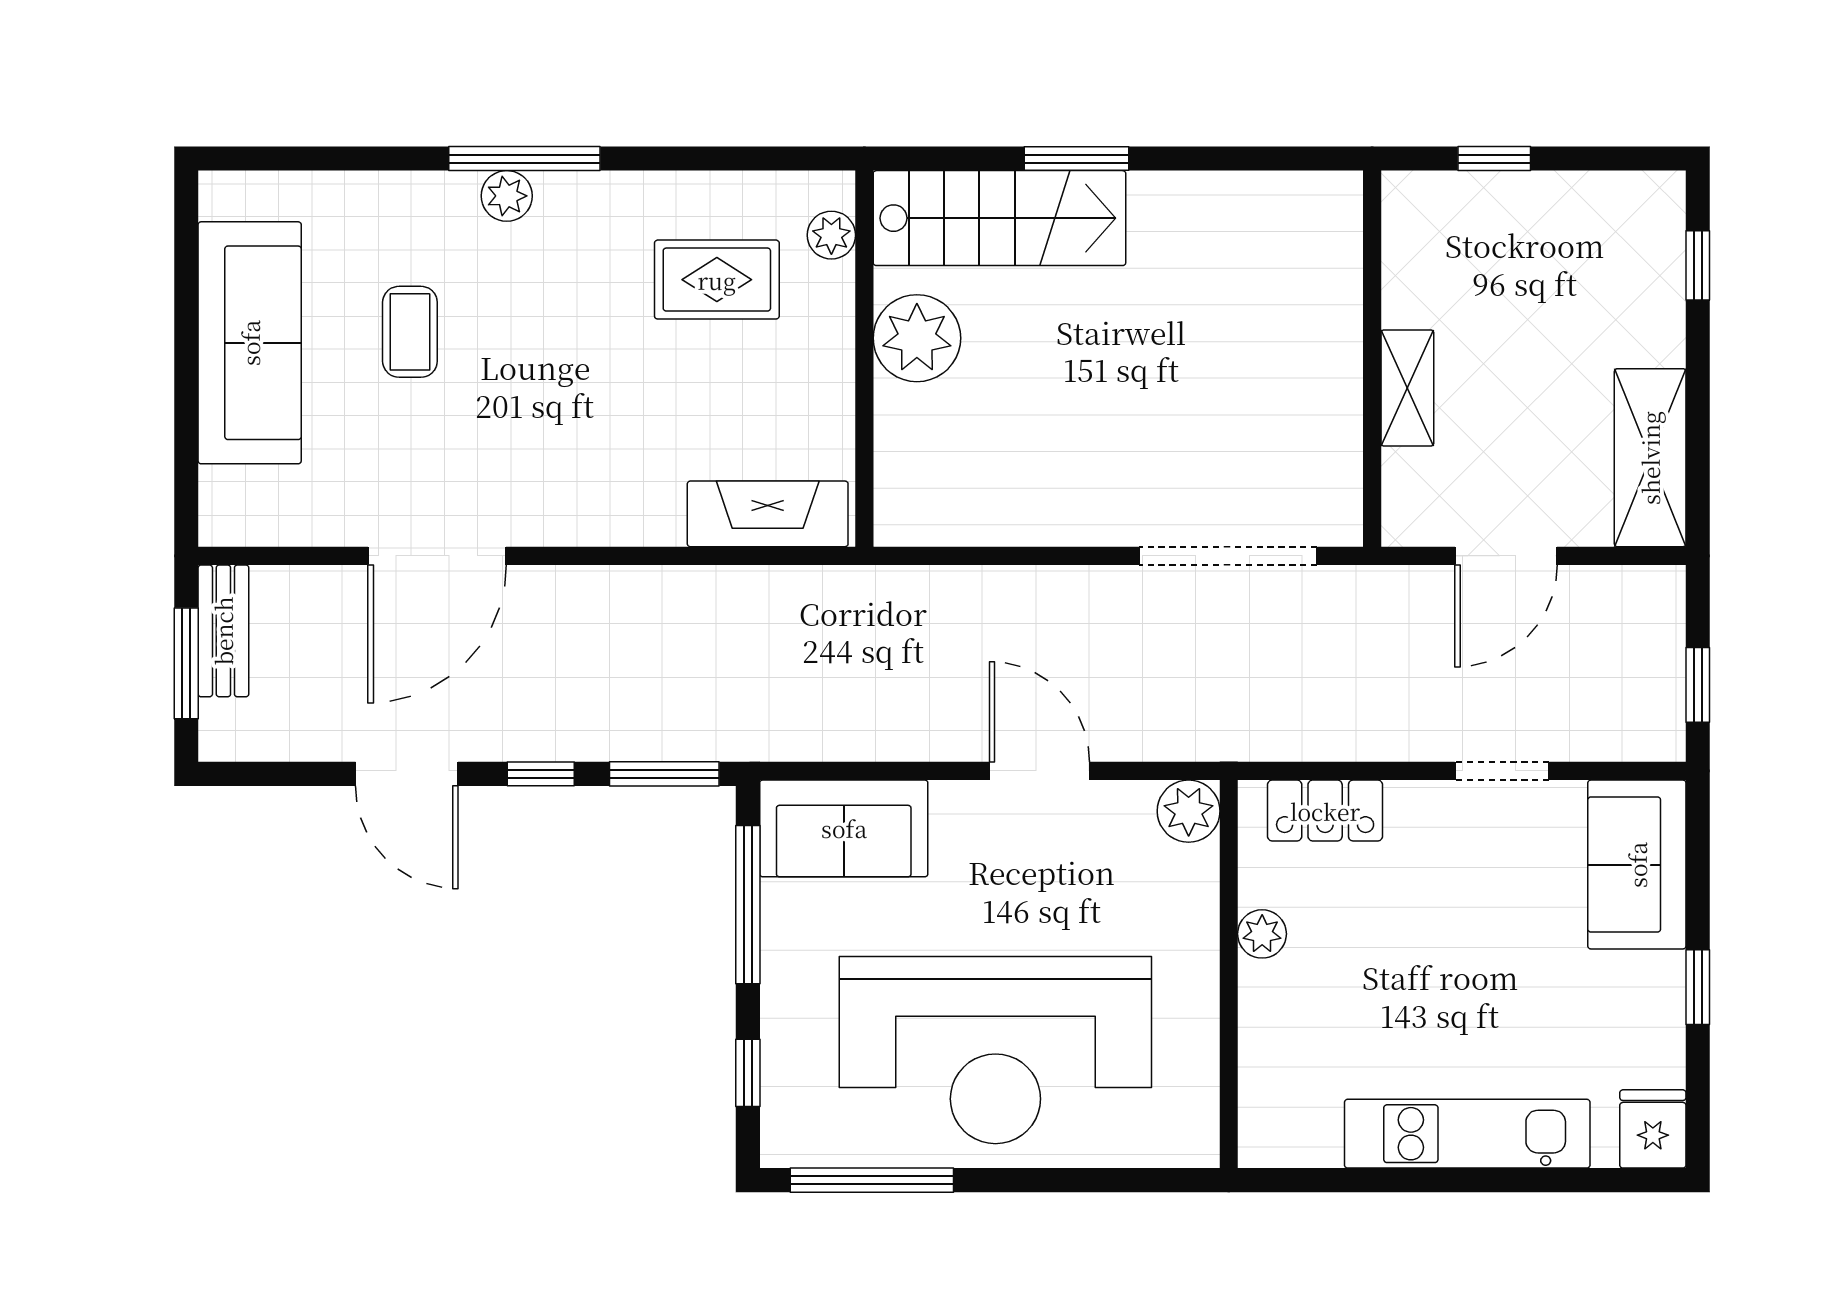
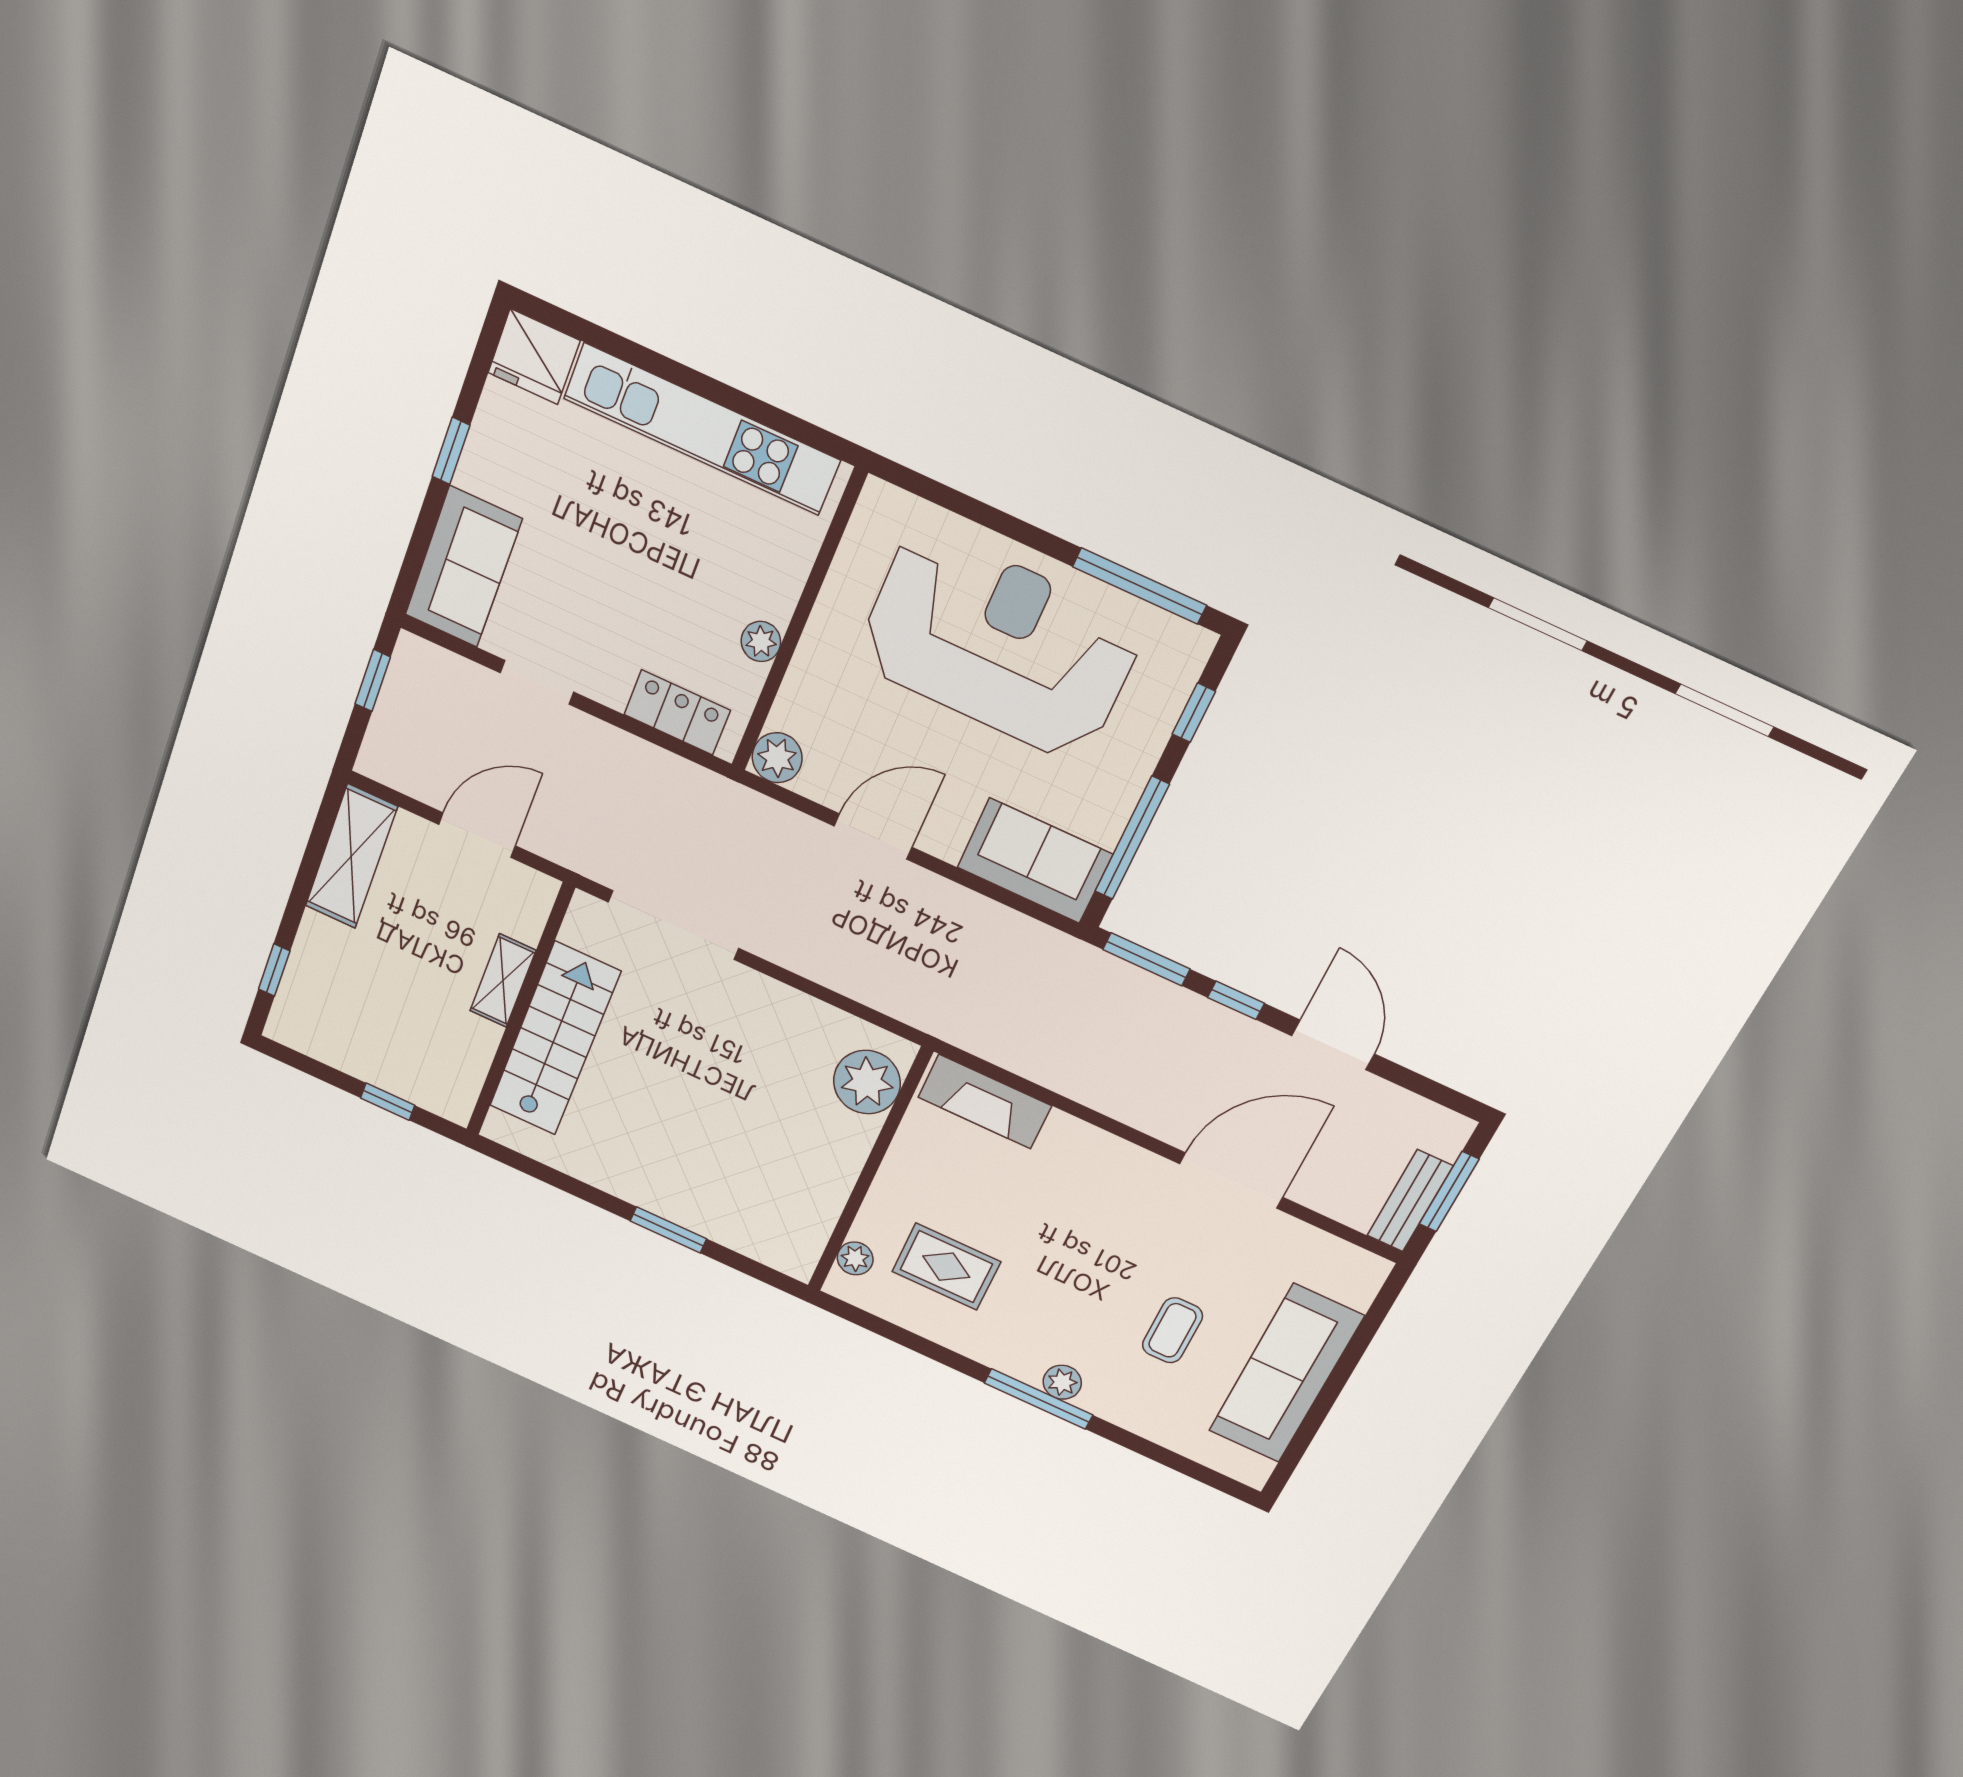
stairs: (999, 218) -> (555, 1039), moved, turned 90
plant: (917, 338) -> (867, 1082), moved
door: (1039, 771) -> (873, 837), swing flipped
fridge: (1653, 1129) -> (534, 357), width x1.38
kitchen unit: (1467, 1134) -> (702, 429), width x1.36

